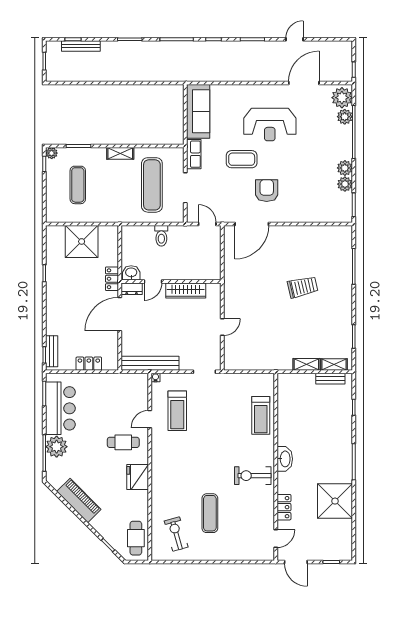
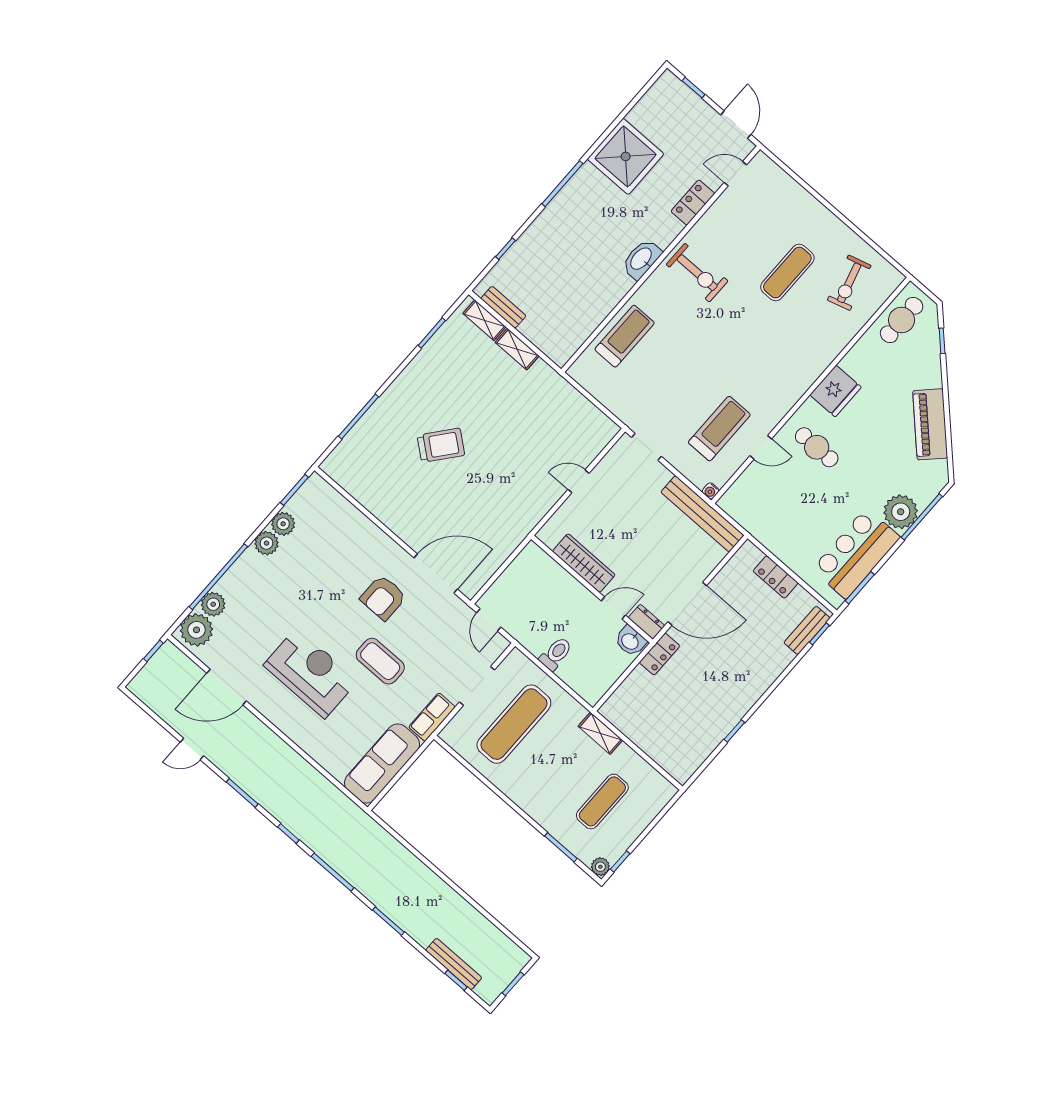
shelving: (120, 153) -> (600, 733), moved
shower: (82, 241) -> (657, 730), removed
trolley: (303, 287) -> (441, 445), turned 142

